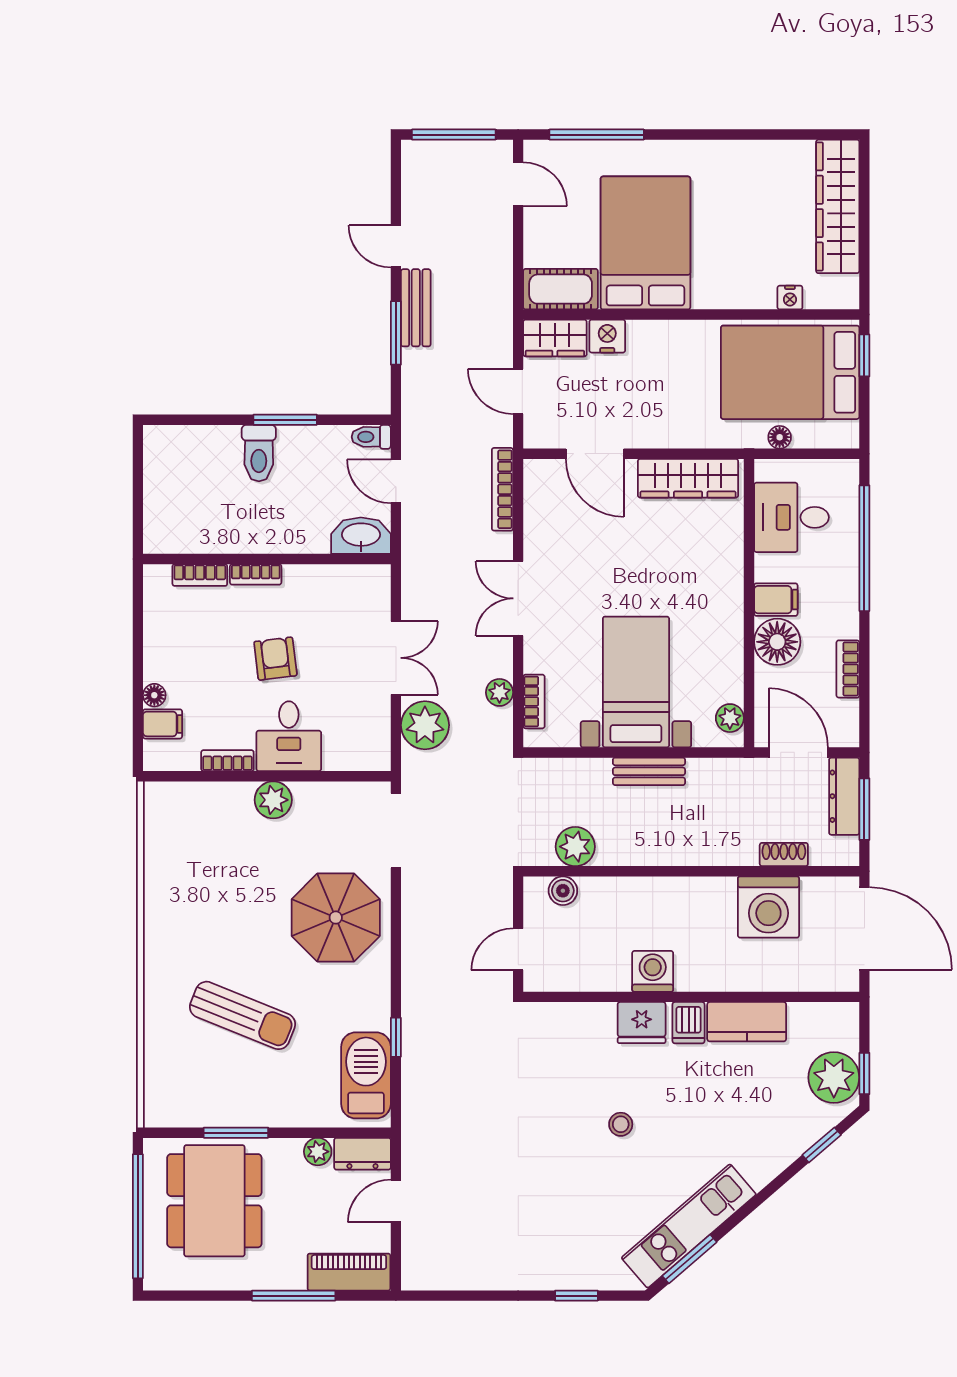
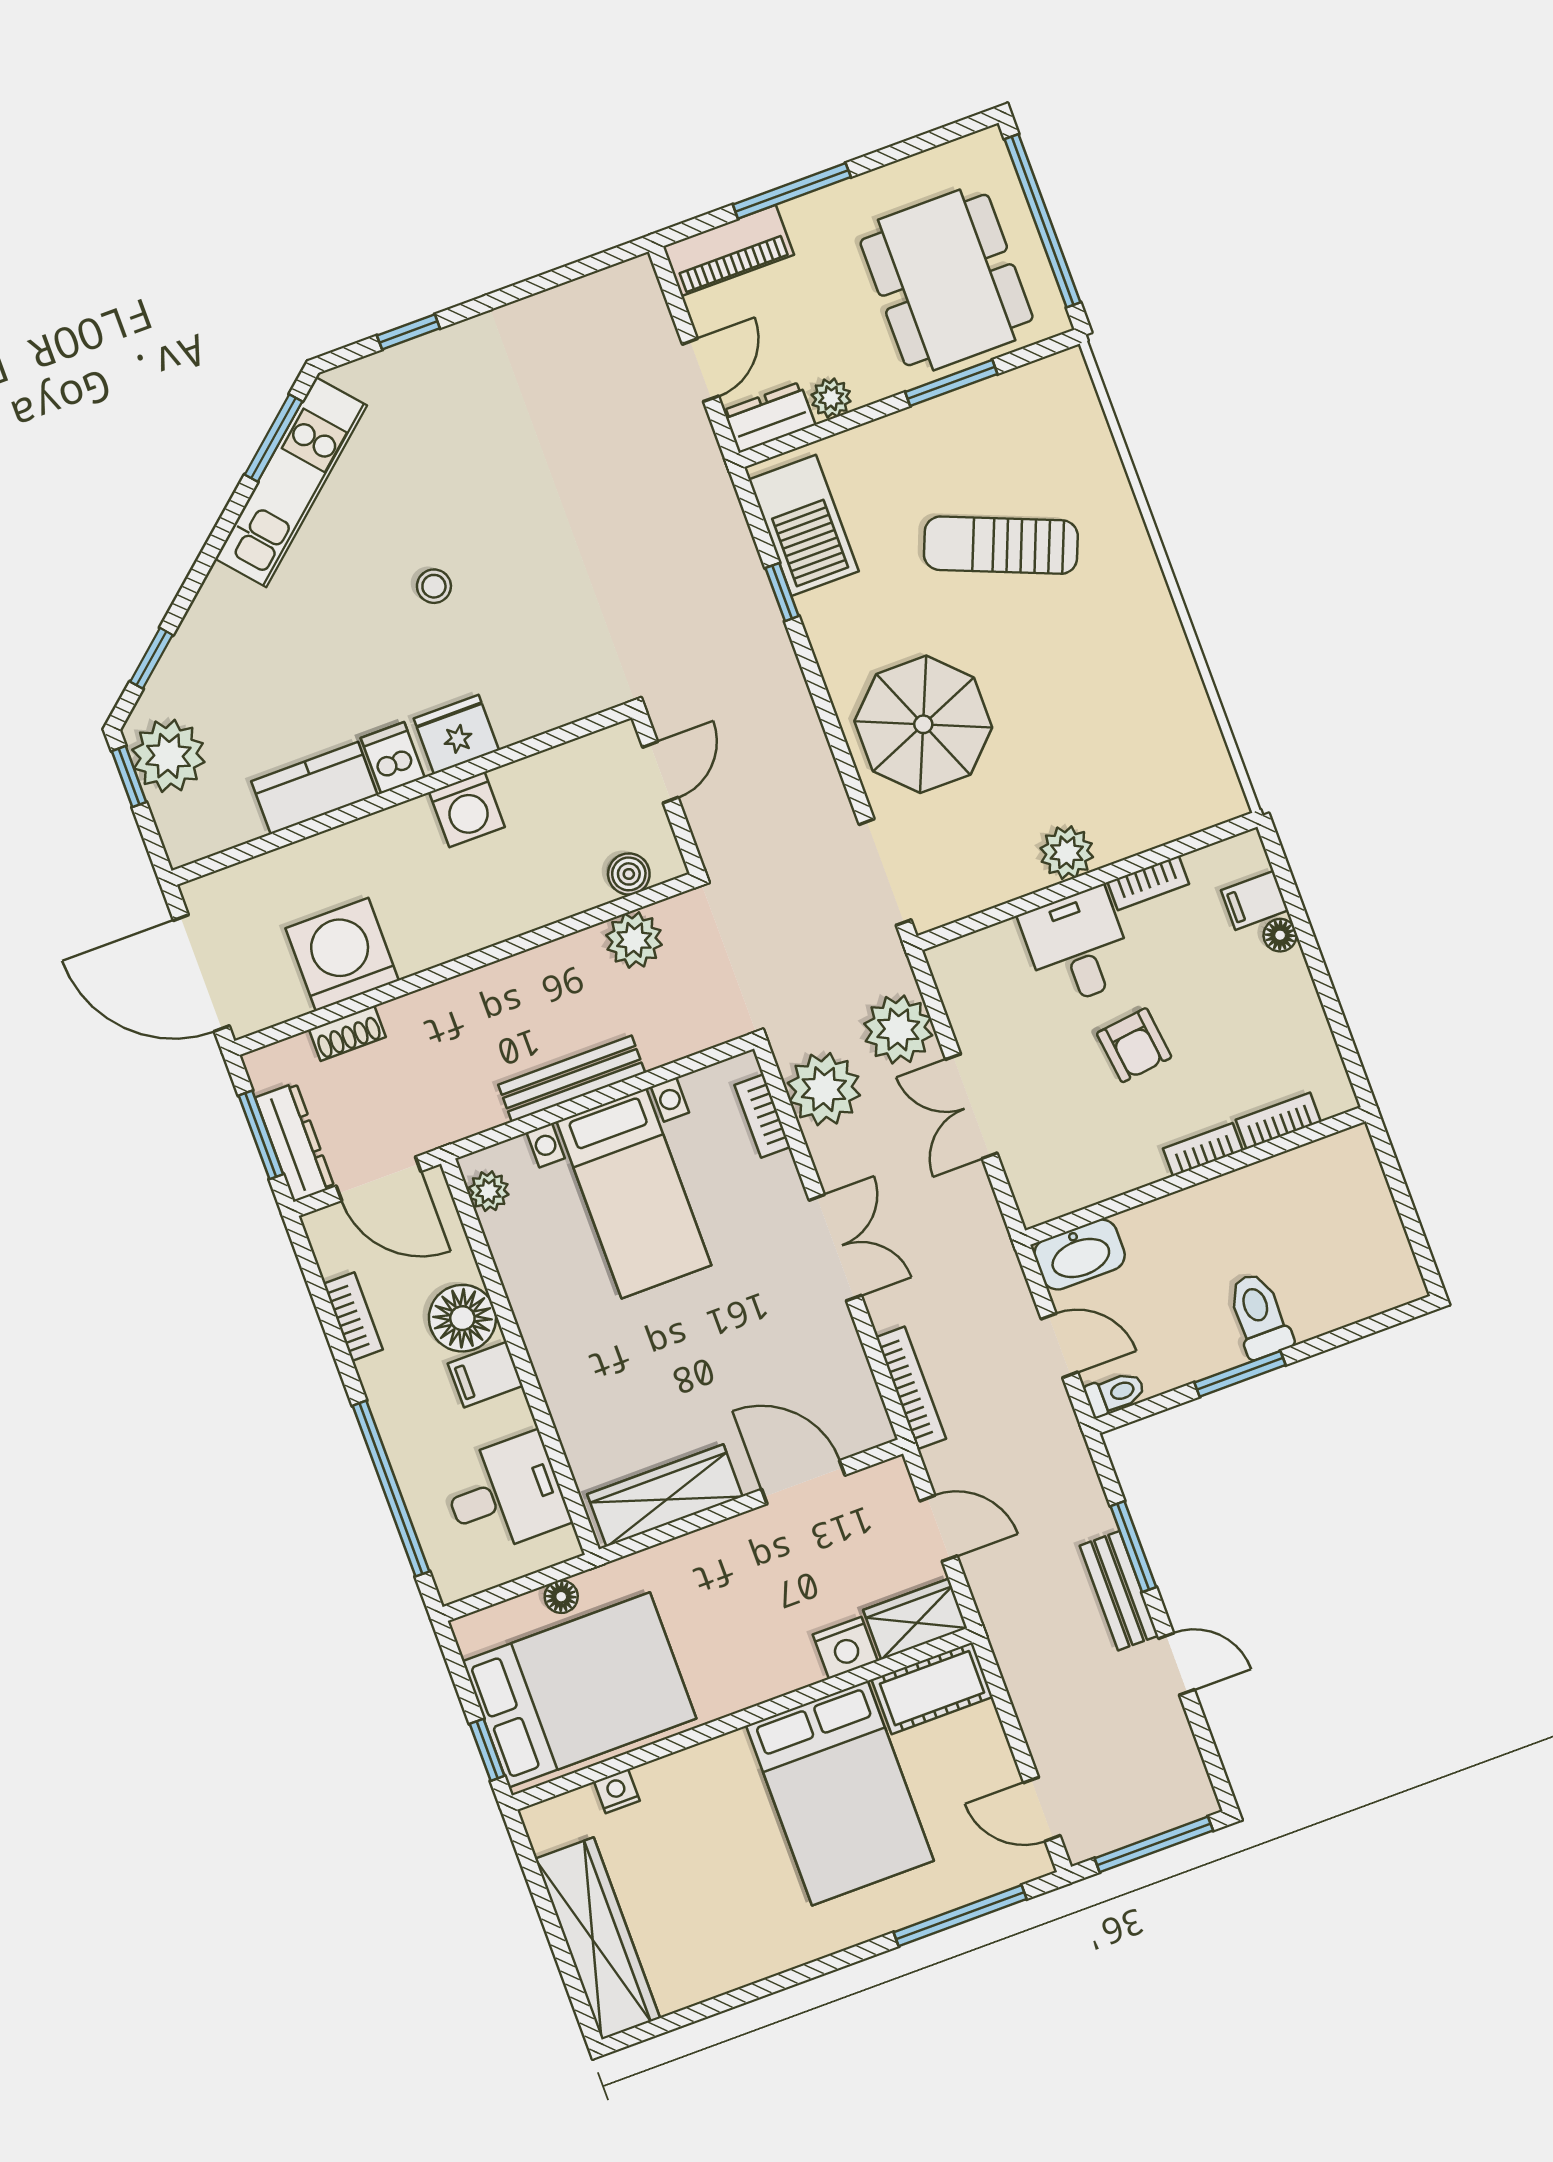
plant: (499, 692) -> (824, 1089), width x1.88, depth x1.88
bench: (649, 771) -> (572, 1079), width x1.36

